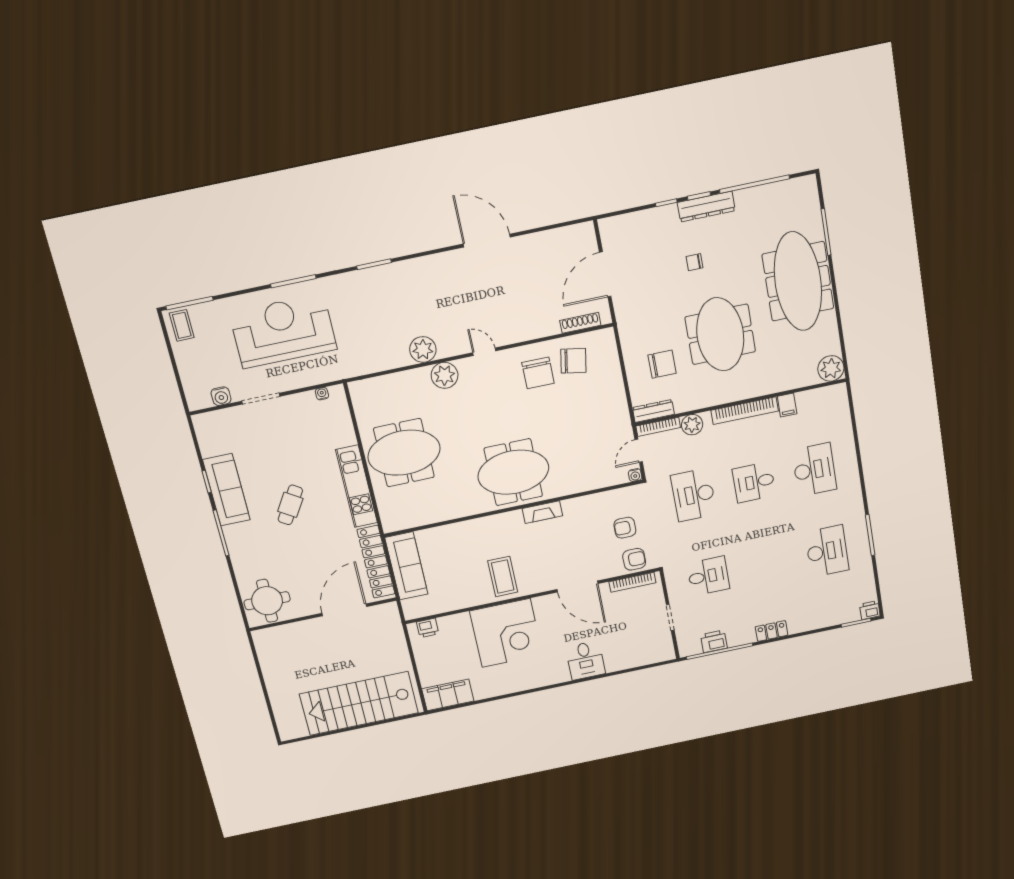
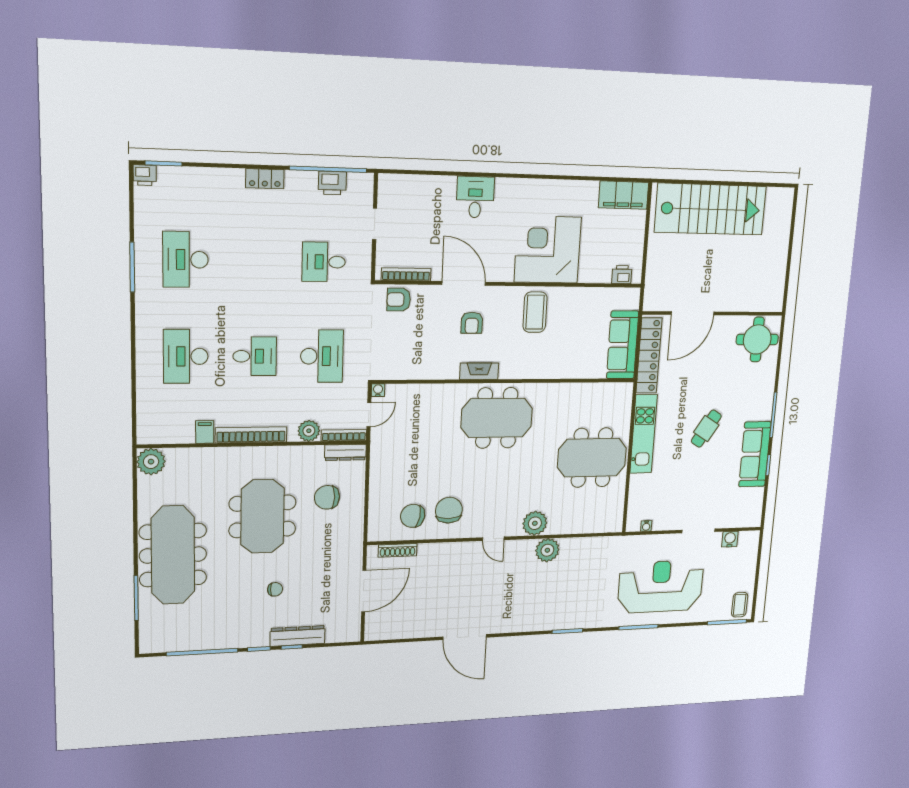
dresser: (706, 207) -> (298, 636), moved
reception desk: (283, 331) -> (661, 587), turned 180
armchair: (625, 528) -> (472, 323), moved, turned 90

